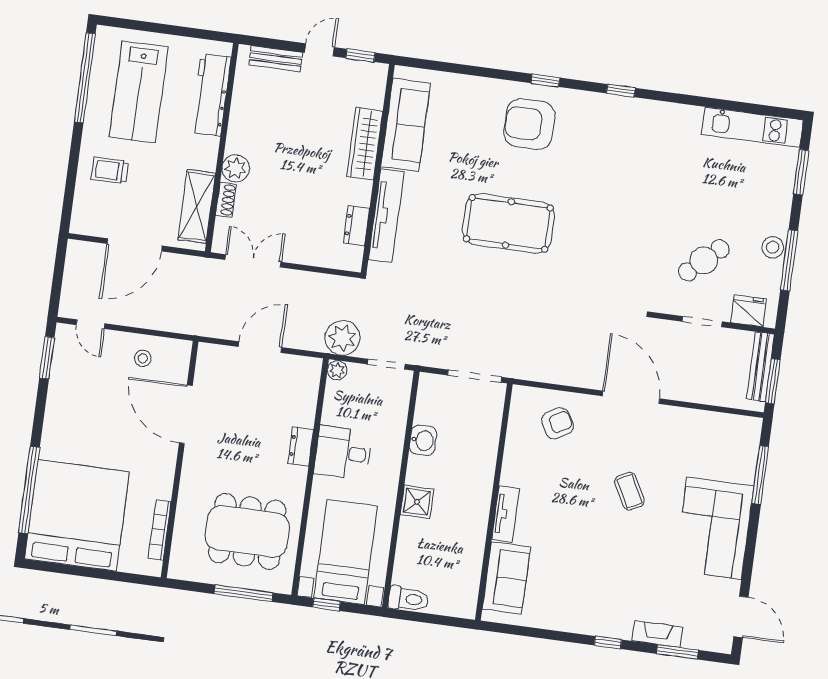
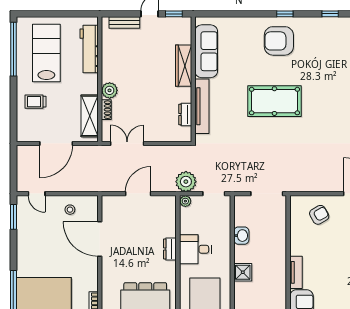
lab bench: (139, 92) -> (46, 53), turned 180

